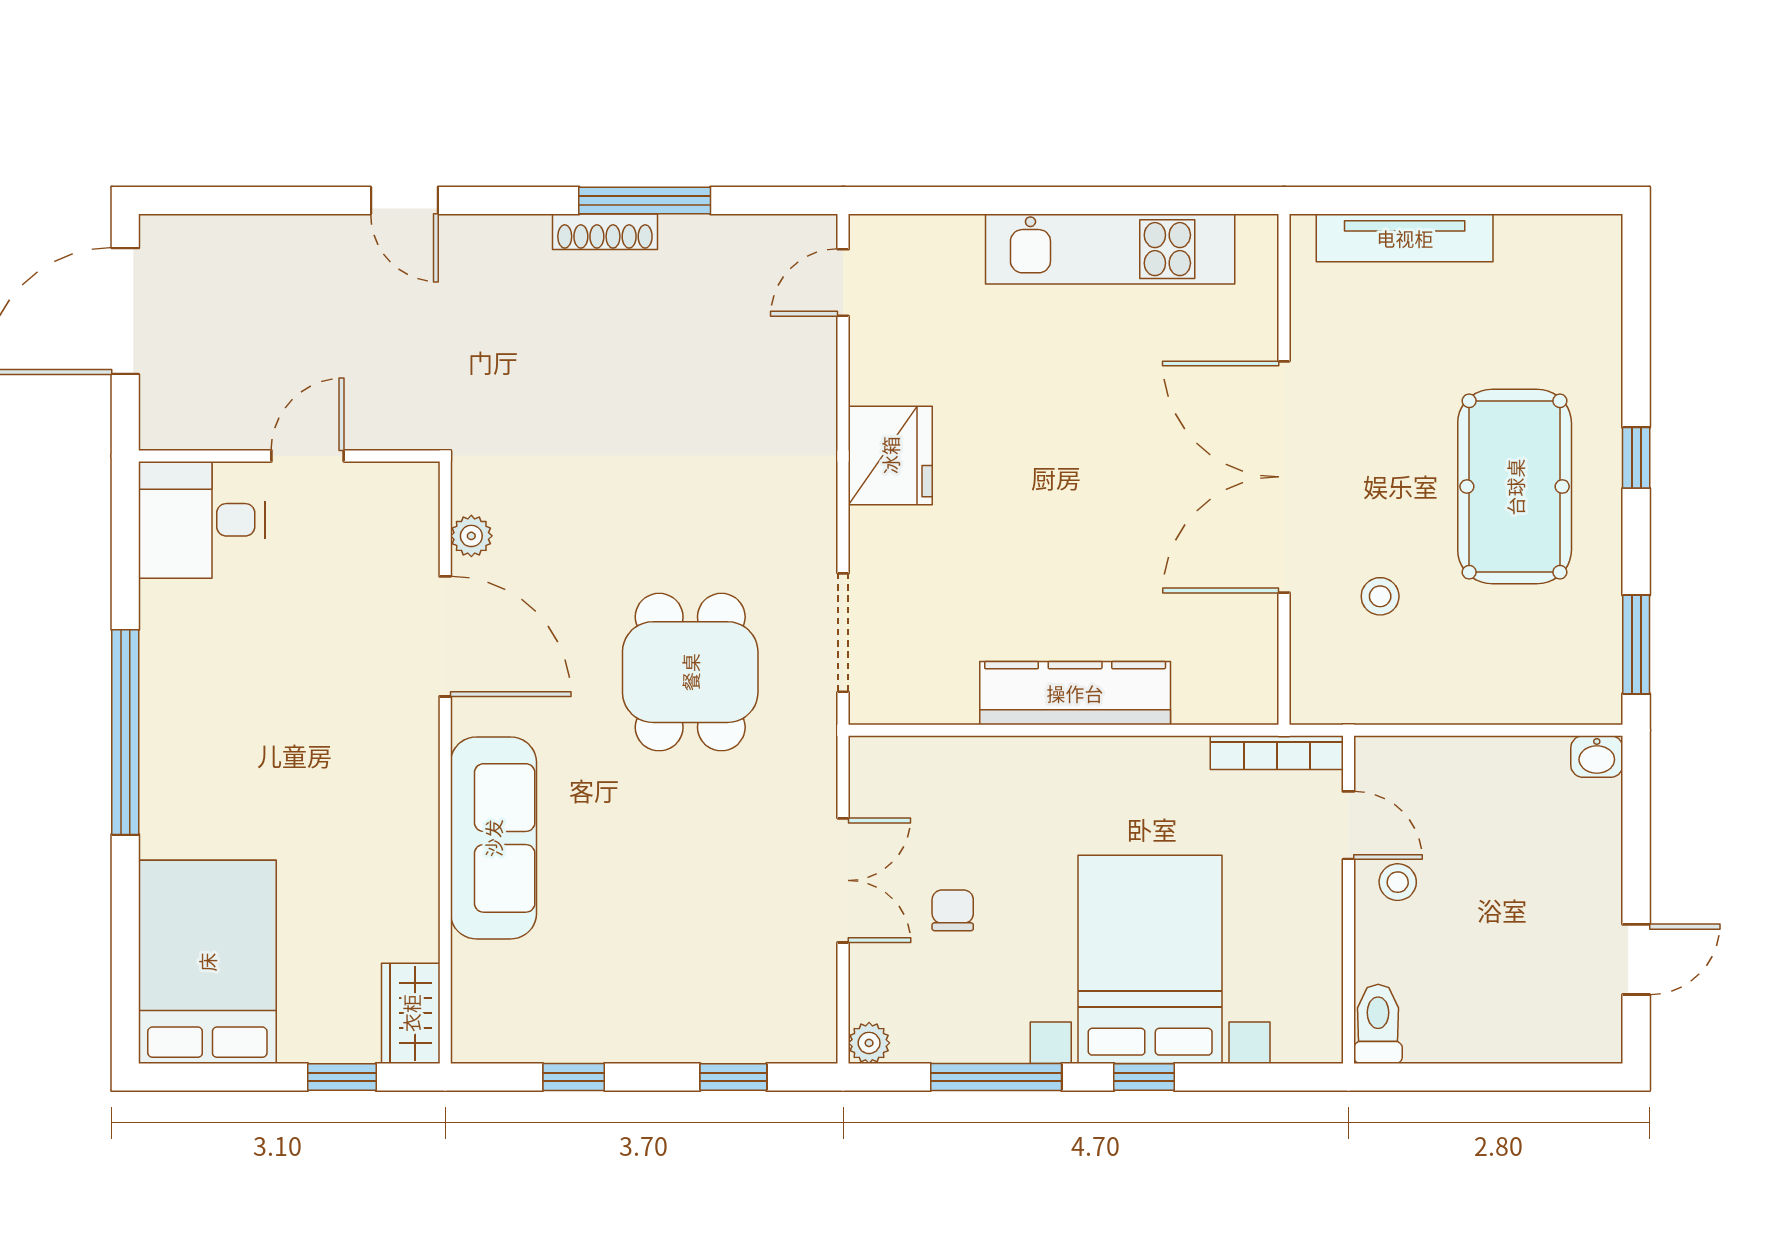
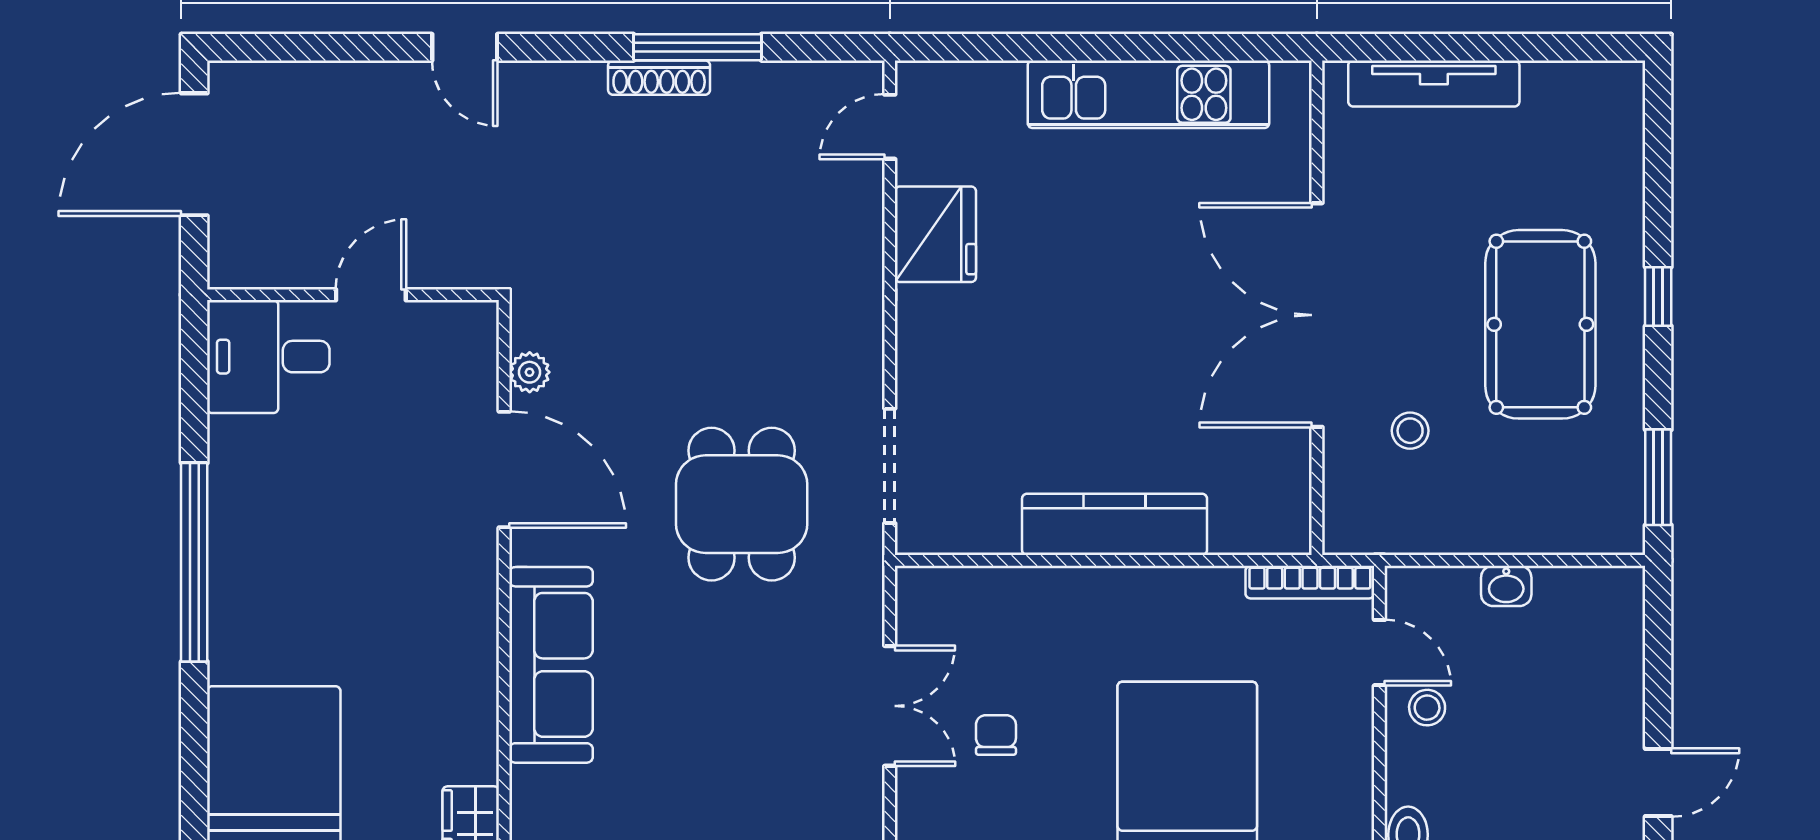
fridge: (890, 455) -> (935, 234), moved
washbasin: (1597, 757) -> (1506, 586), moved

